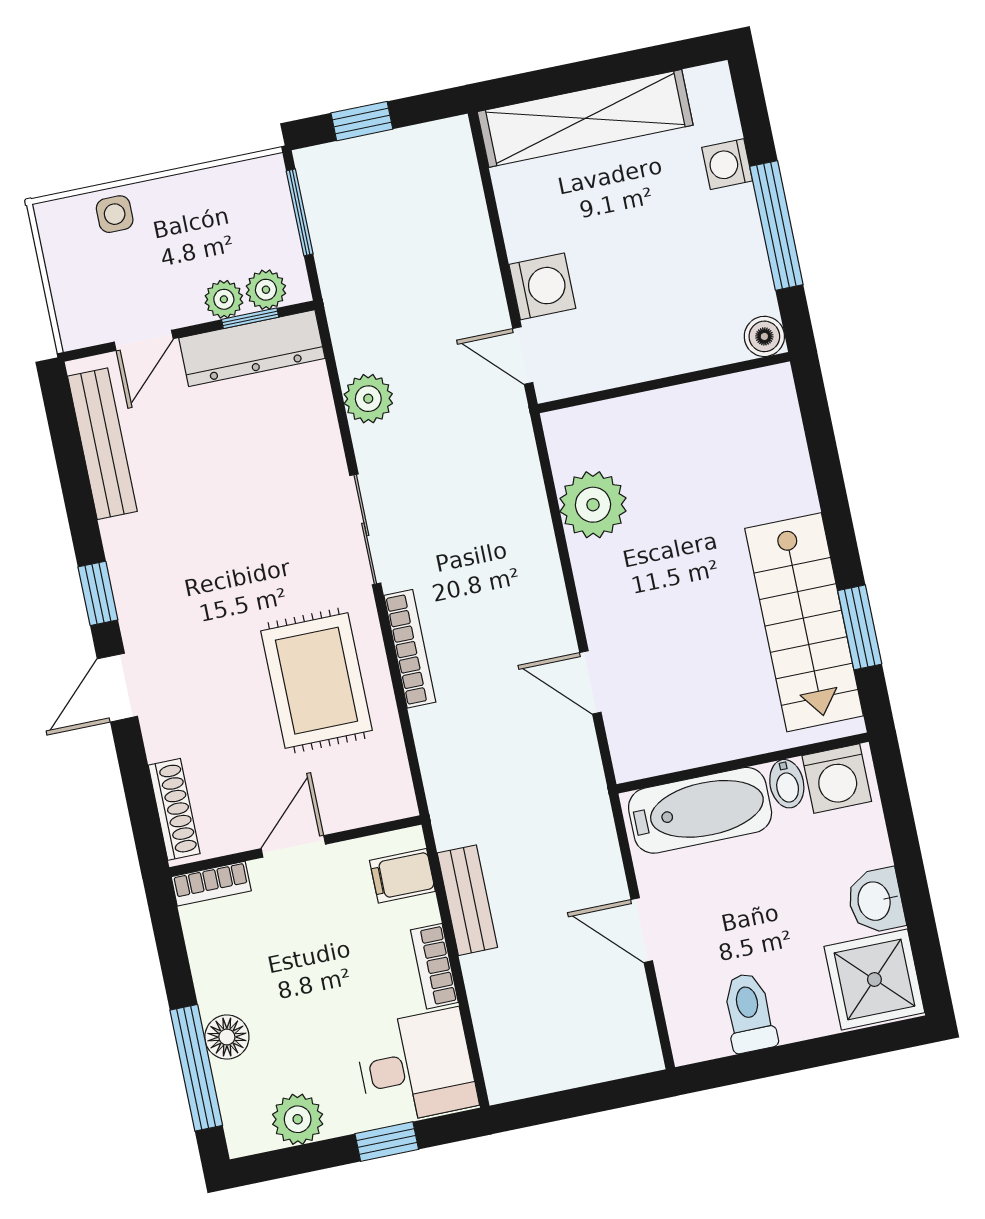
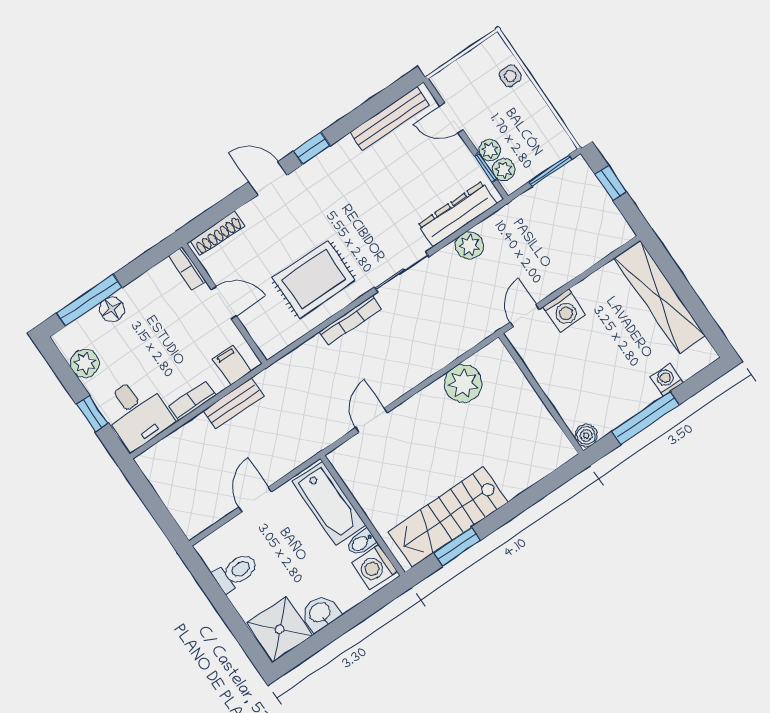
dresser: (252, 348) -> (457, 214), moved, turned 90

